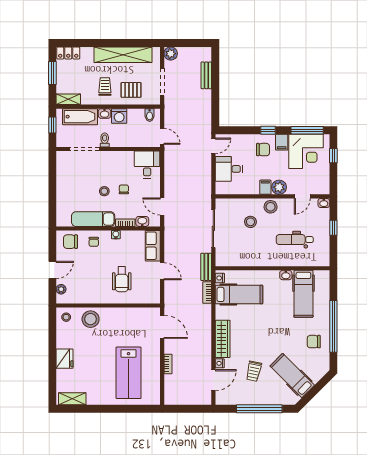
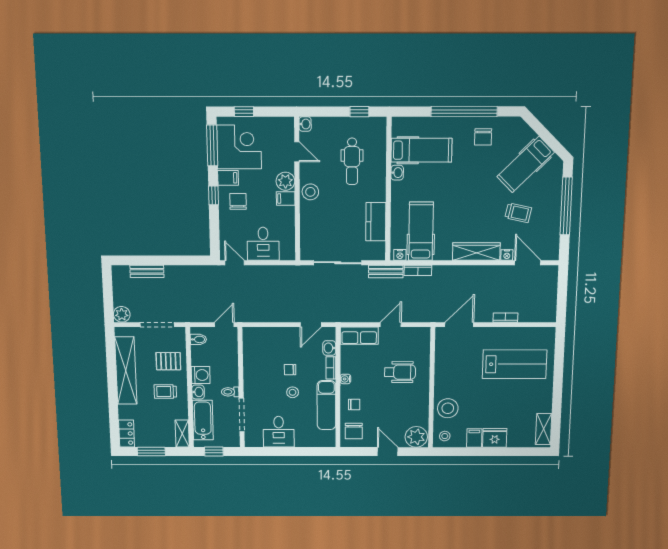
pallet: (131, 90) -> (168, 361), turned 90
desk: (147, 165) -> (279, 432), moved, turned -90
stool: (250, 222) -> (329, 217), removed
window: (333, 228) -> (359, 112), moved
kitchen counter: (247, 259) -> (376, 222), added
plant: (61, 289) -> (416, 437), width x1.88, depth x1.88
filing cabinet: (64, 342) -> (474, 438), added

